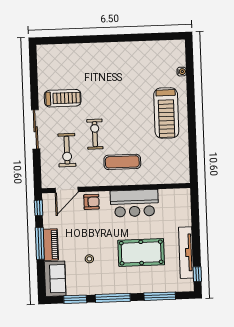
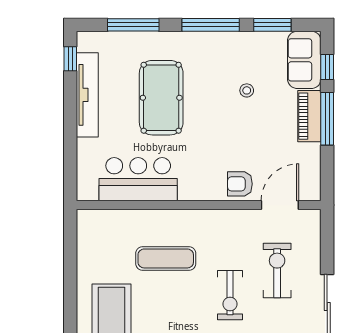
exercise mat: (122, 162) -> (166, 258), moved
bar counter: (134, 203) -> (138, 179), moved
window: (39, 208) -> (327, 67), moved
pool table: (141, 252) -> (161, 98), turned 90

